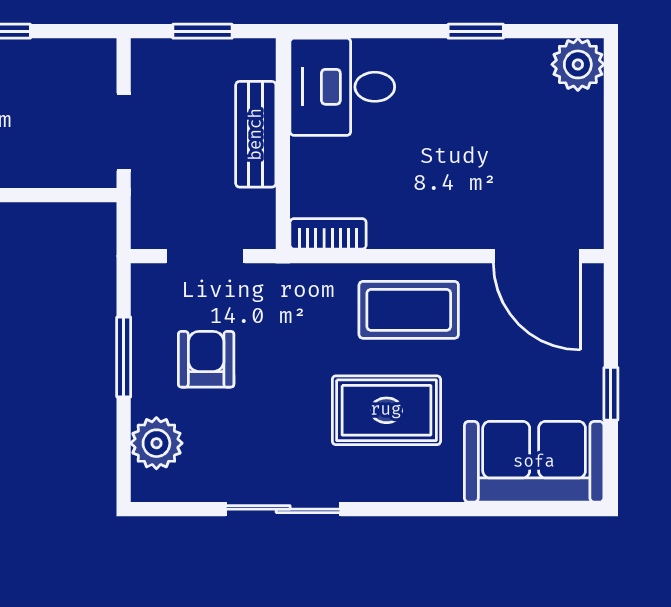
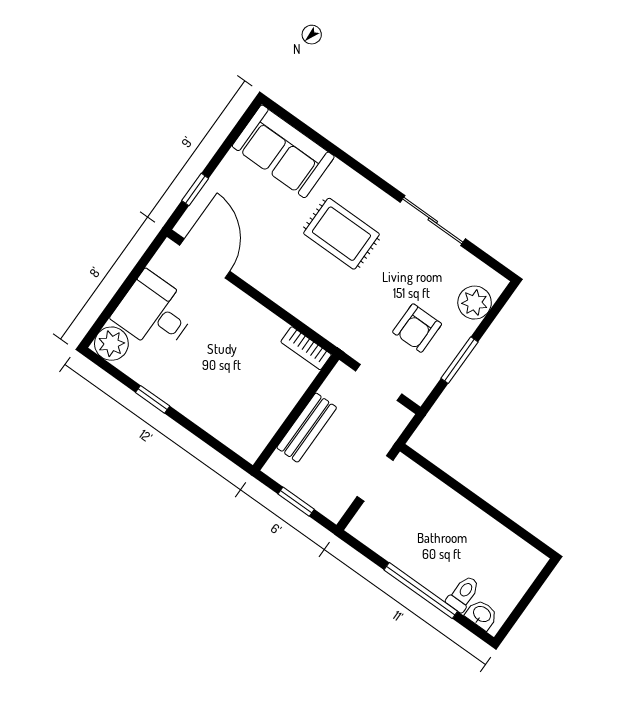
desk: (342, 87) -> (155, 312), moved, turned 180
coffee table: (409, 310) -> (292, 278), removed
window: (611, 394) -> (195, 189), moved

